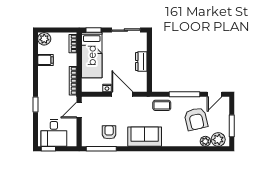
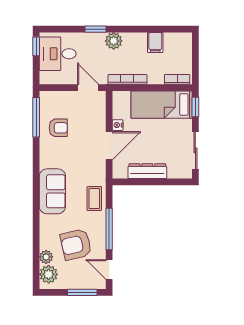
plant: (44, 39) -> (114, 41), moved
dresser: (141, 62) -> (147, 171), width x1.44
window: (232, 126) -> (82, 292), moved
sofa: (145, 137) -> (52, 191), moved

